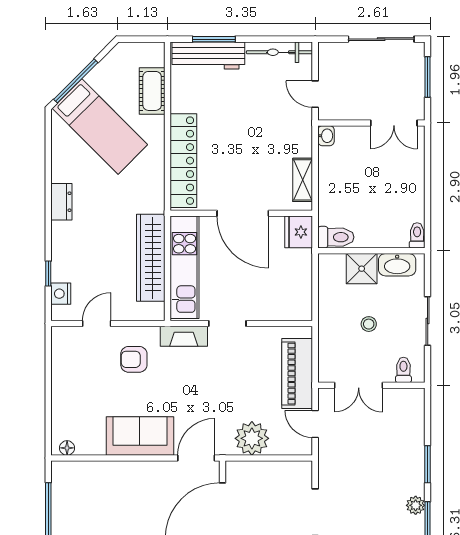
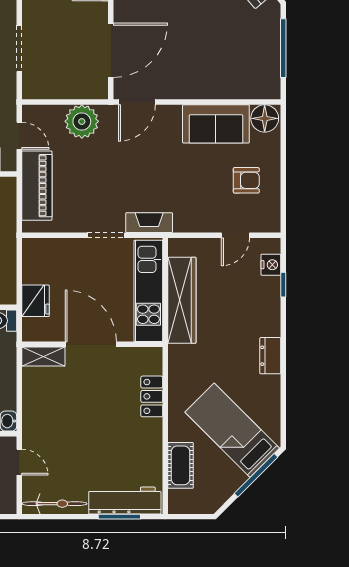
locker: (183, 161) -> (152, 396), width x0.46, depth x0.83
shelving: (303, 180) -> (43, 357), moved, turned 90
fridge: (299, 232) -> (35, 301), moved
armchair: (134, 359) -> (246, 180), moved
sofa: (140, 436) -> (216, 124), moved
floor lamp: (67, 448) -> (265, 118), width x1.89, depth x1.89

